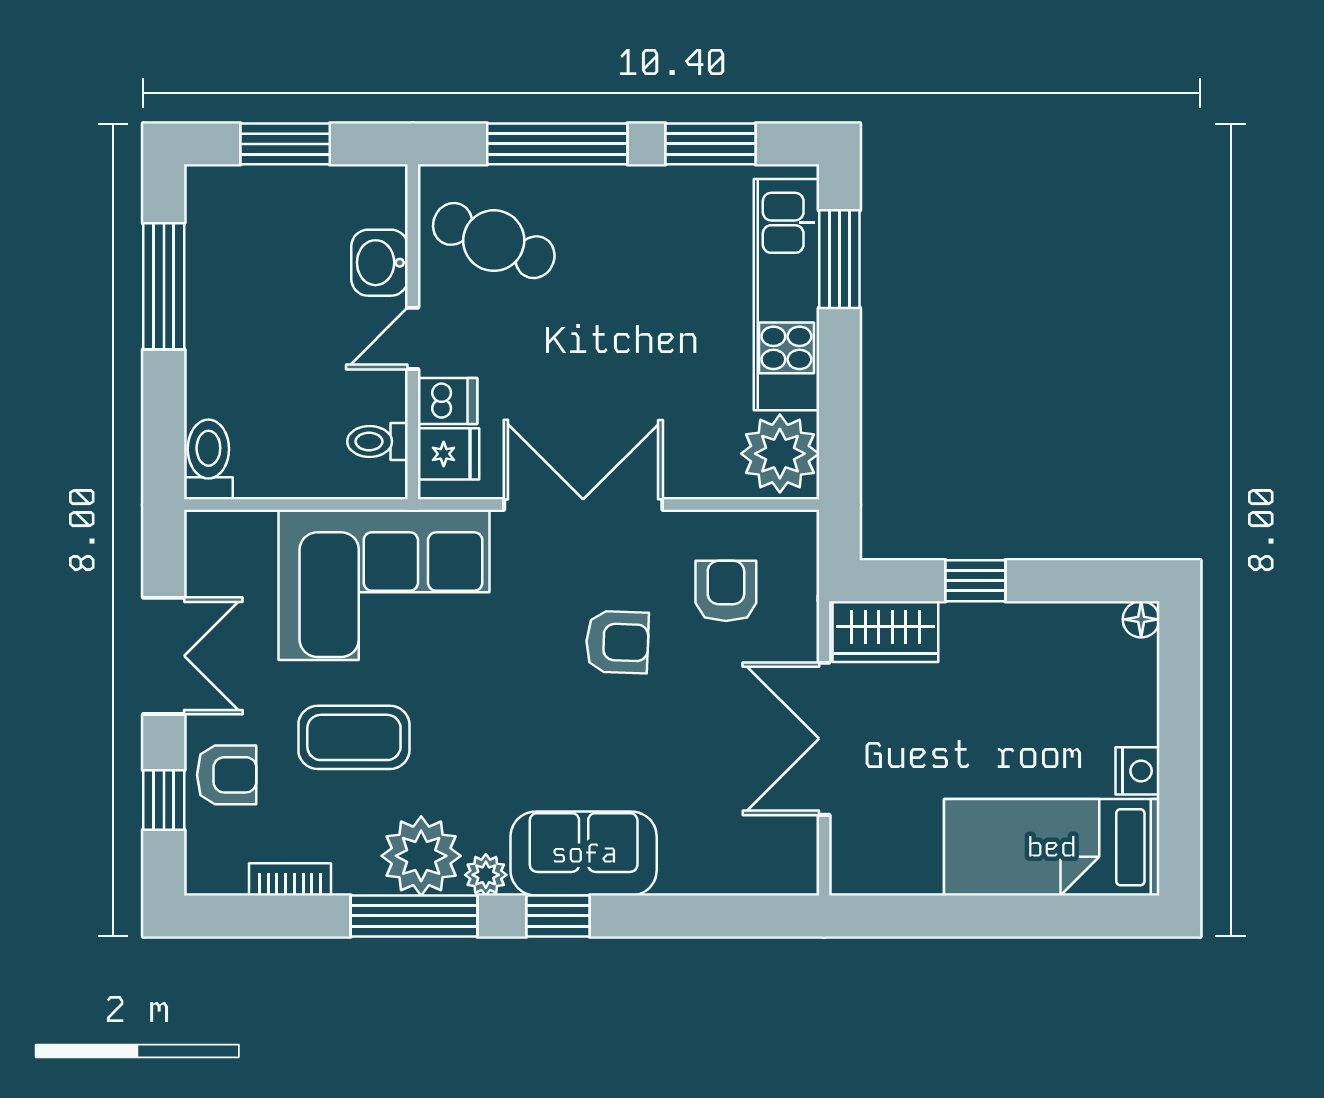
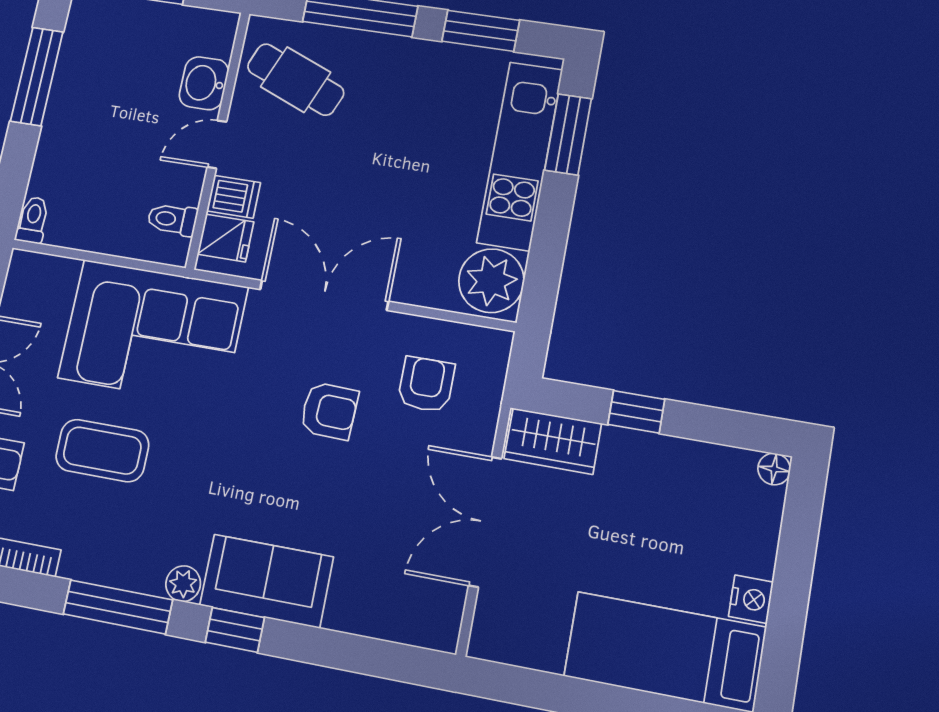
toilet: (208, 459) -> (33, 220), width x0.73, depth x0.72
plant: (421, 856) -> (134, 558), removed

